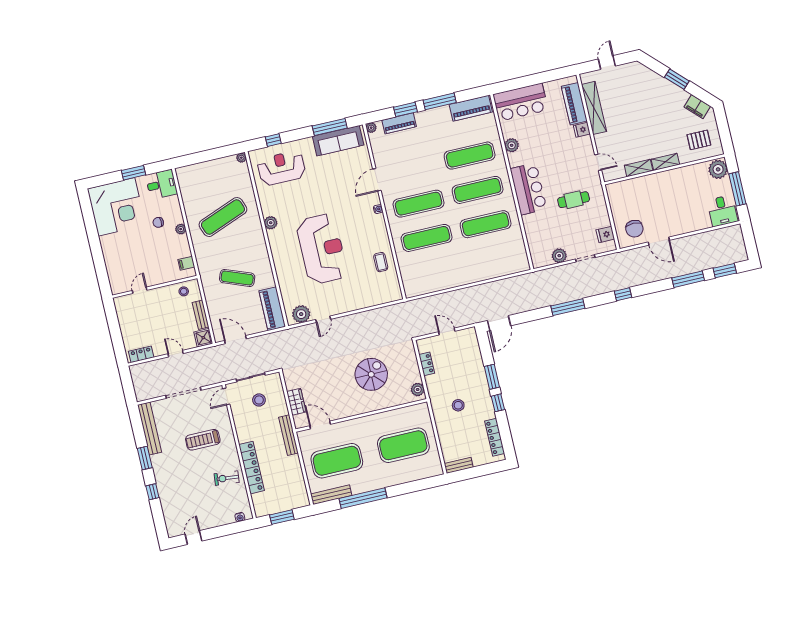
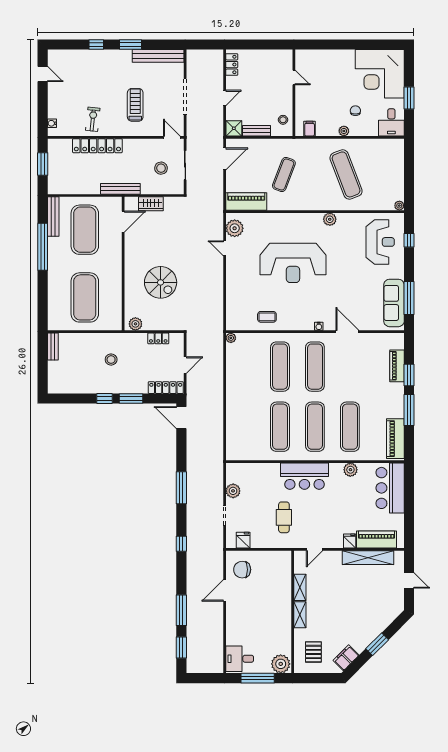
plant: (371, 128) -> (231, 338), moved
locker: (495, 437) -> (166, 388), moved

